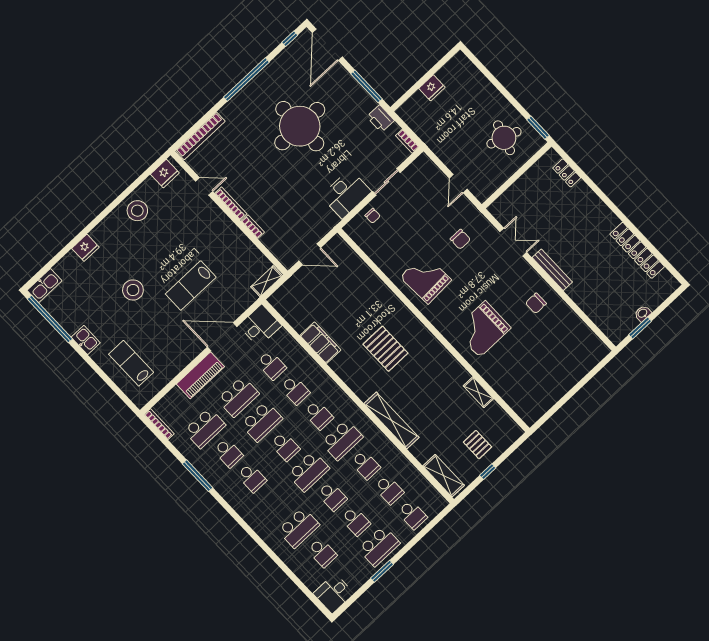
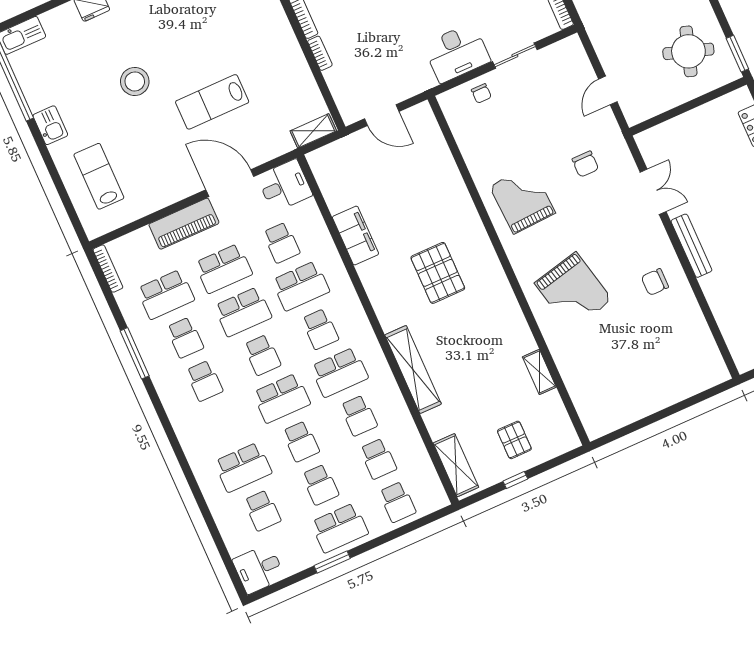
grand piano: (482, 329) -> (573, 291), turned -103
school desk: (295, 390) -> (301, 286), width x1.85

